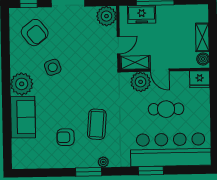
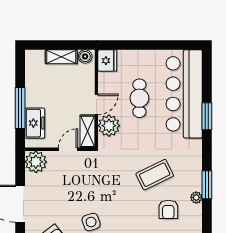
door: (118, 45) -> (68, 149), hinge flipped
coffee table: (97, 124) -> (155, 175), turned -31
plant: (103, 162) -> (196, 197), moved

